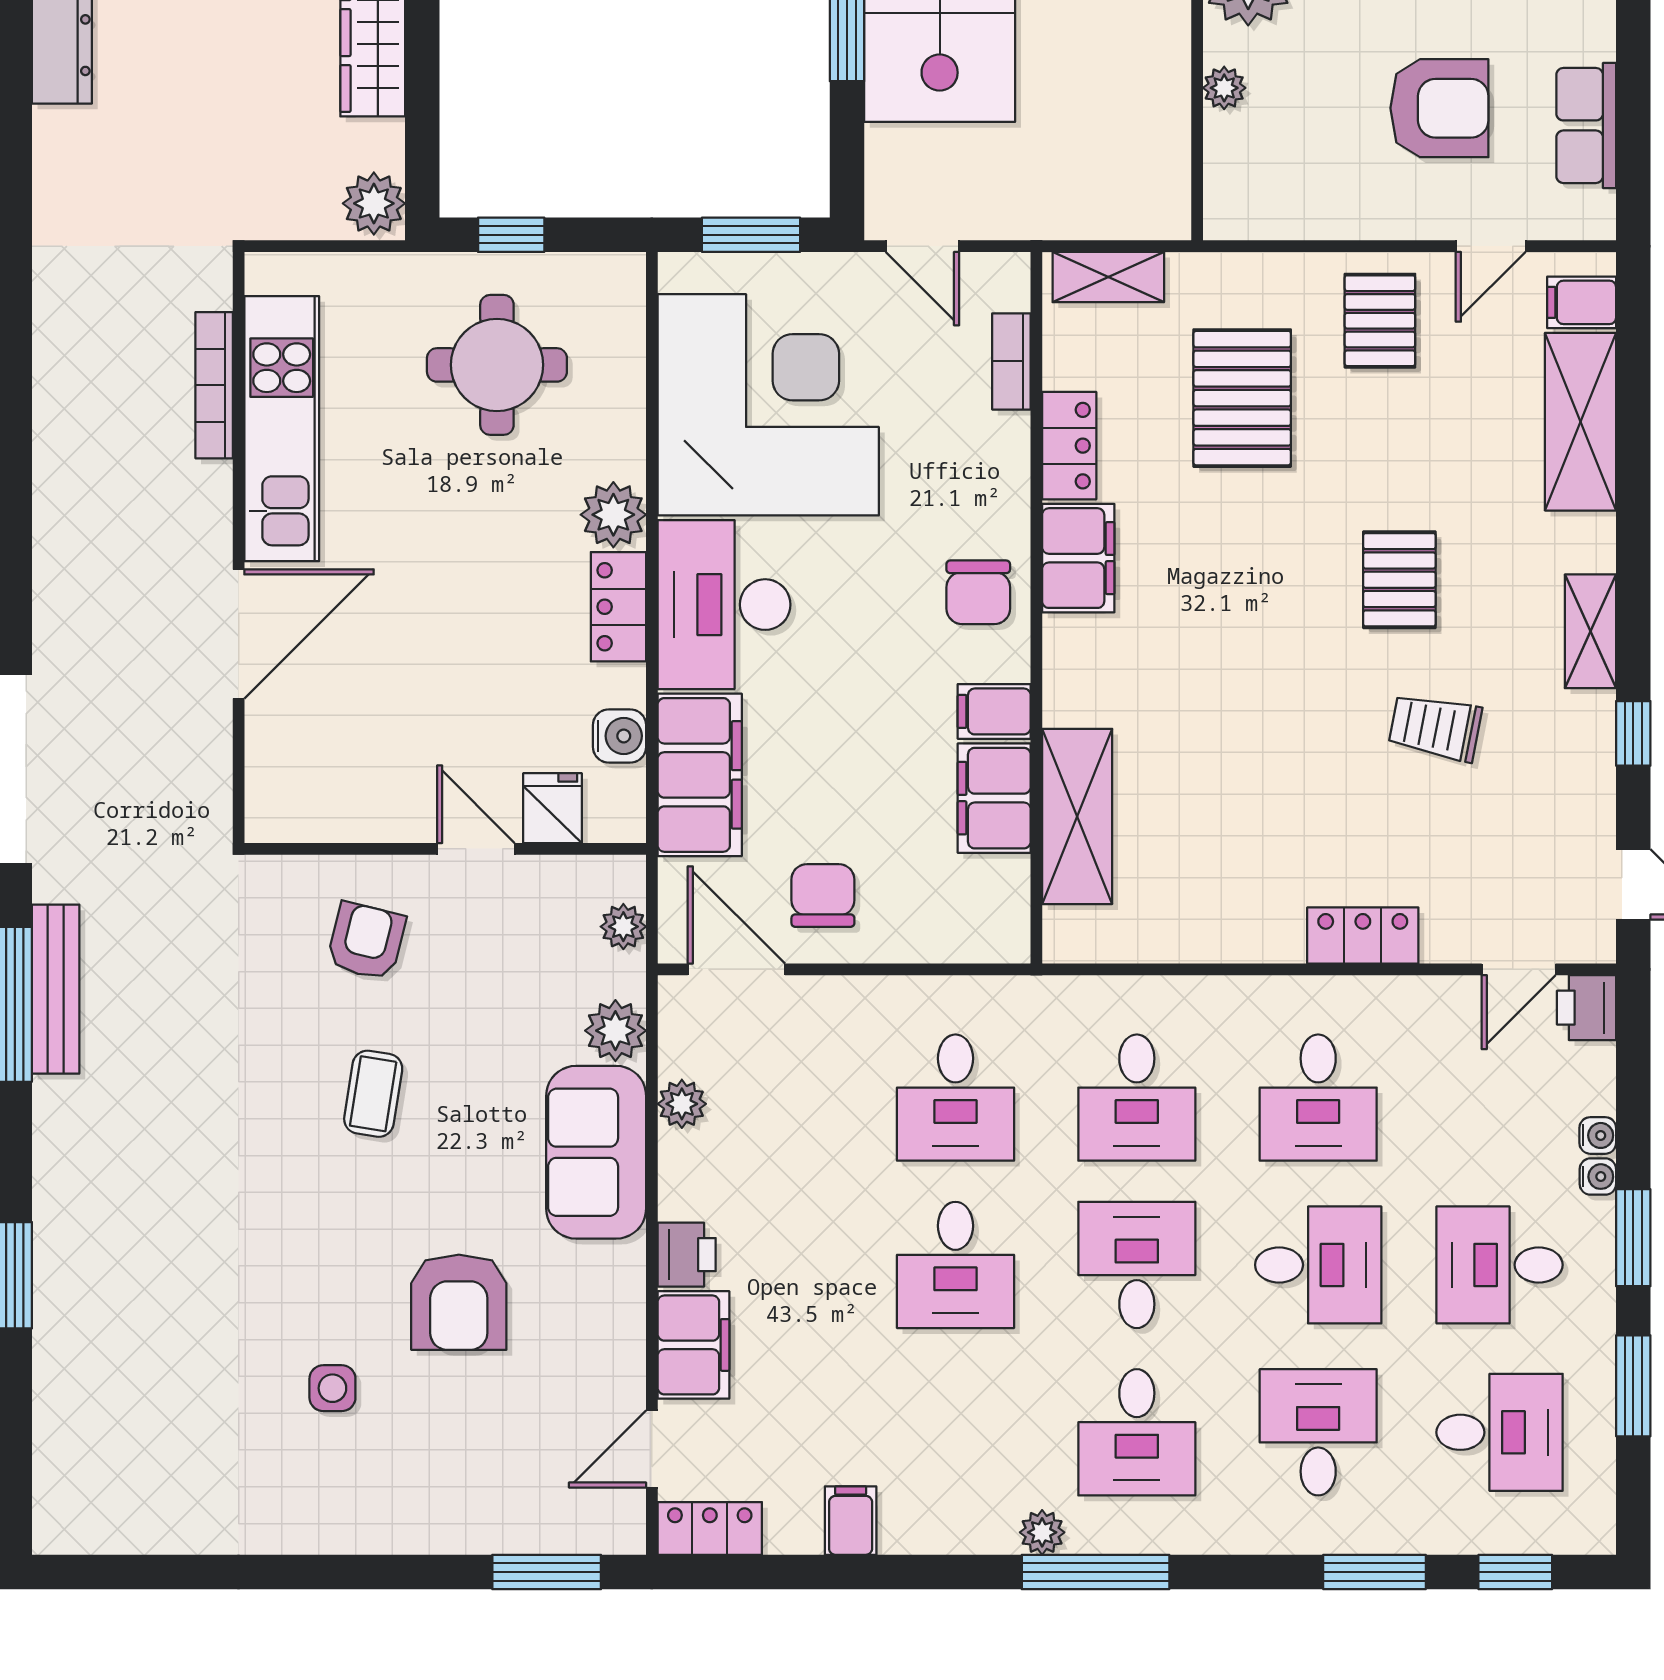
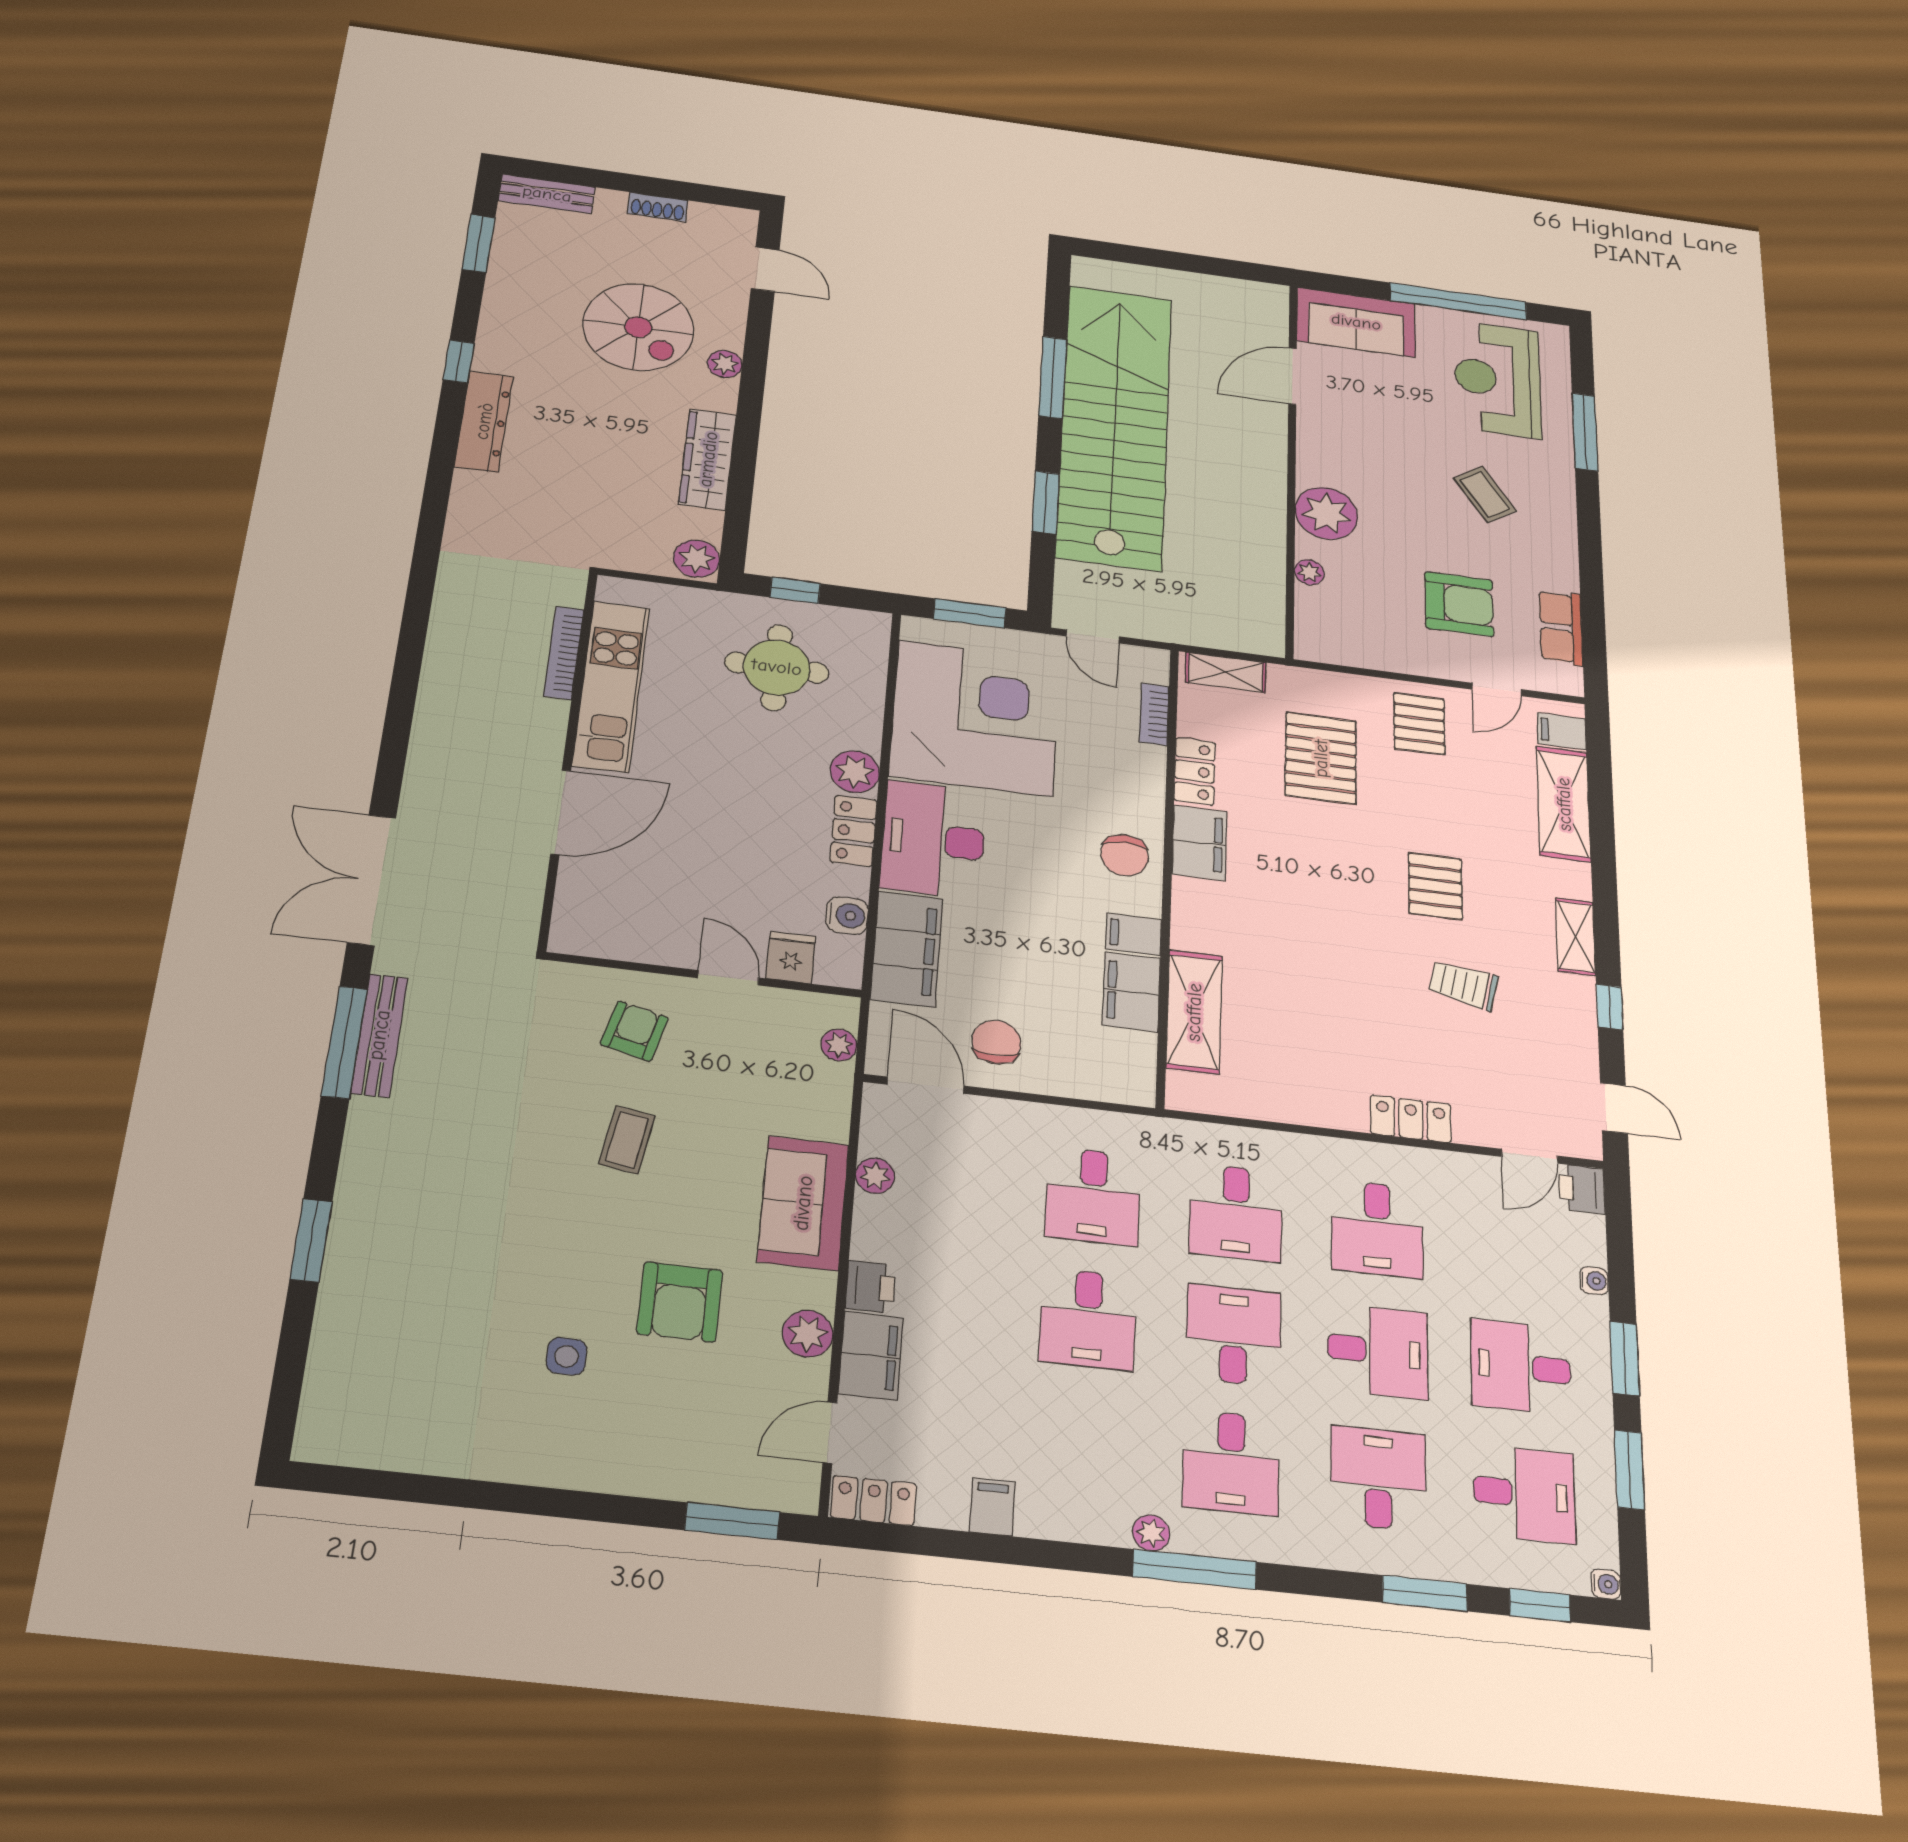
plant: (615, 1031) -> (808, 1334), moved
water cooler: (1598, 1177) -> (1606, 1584), moved

